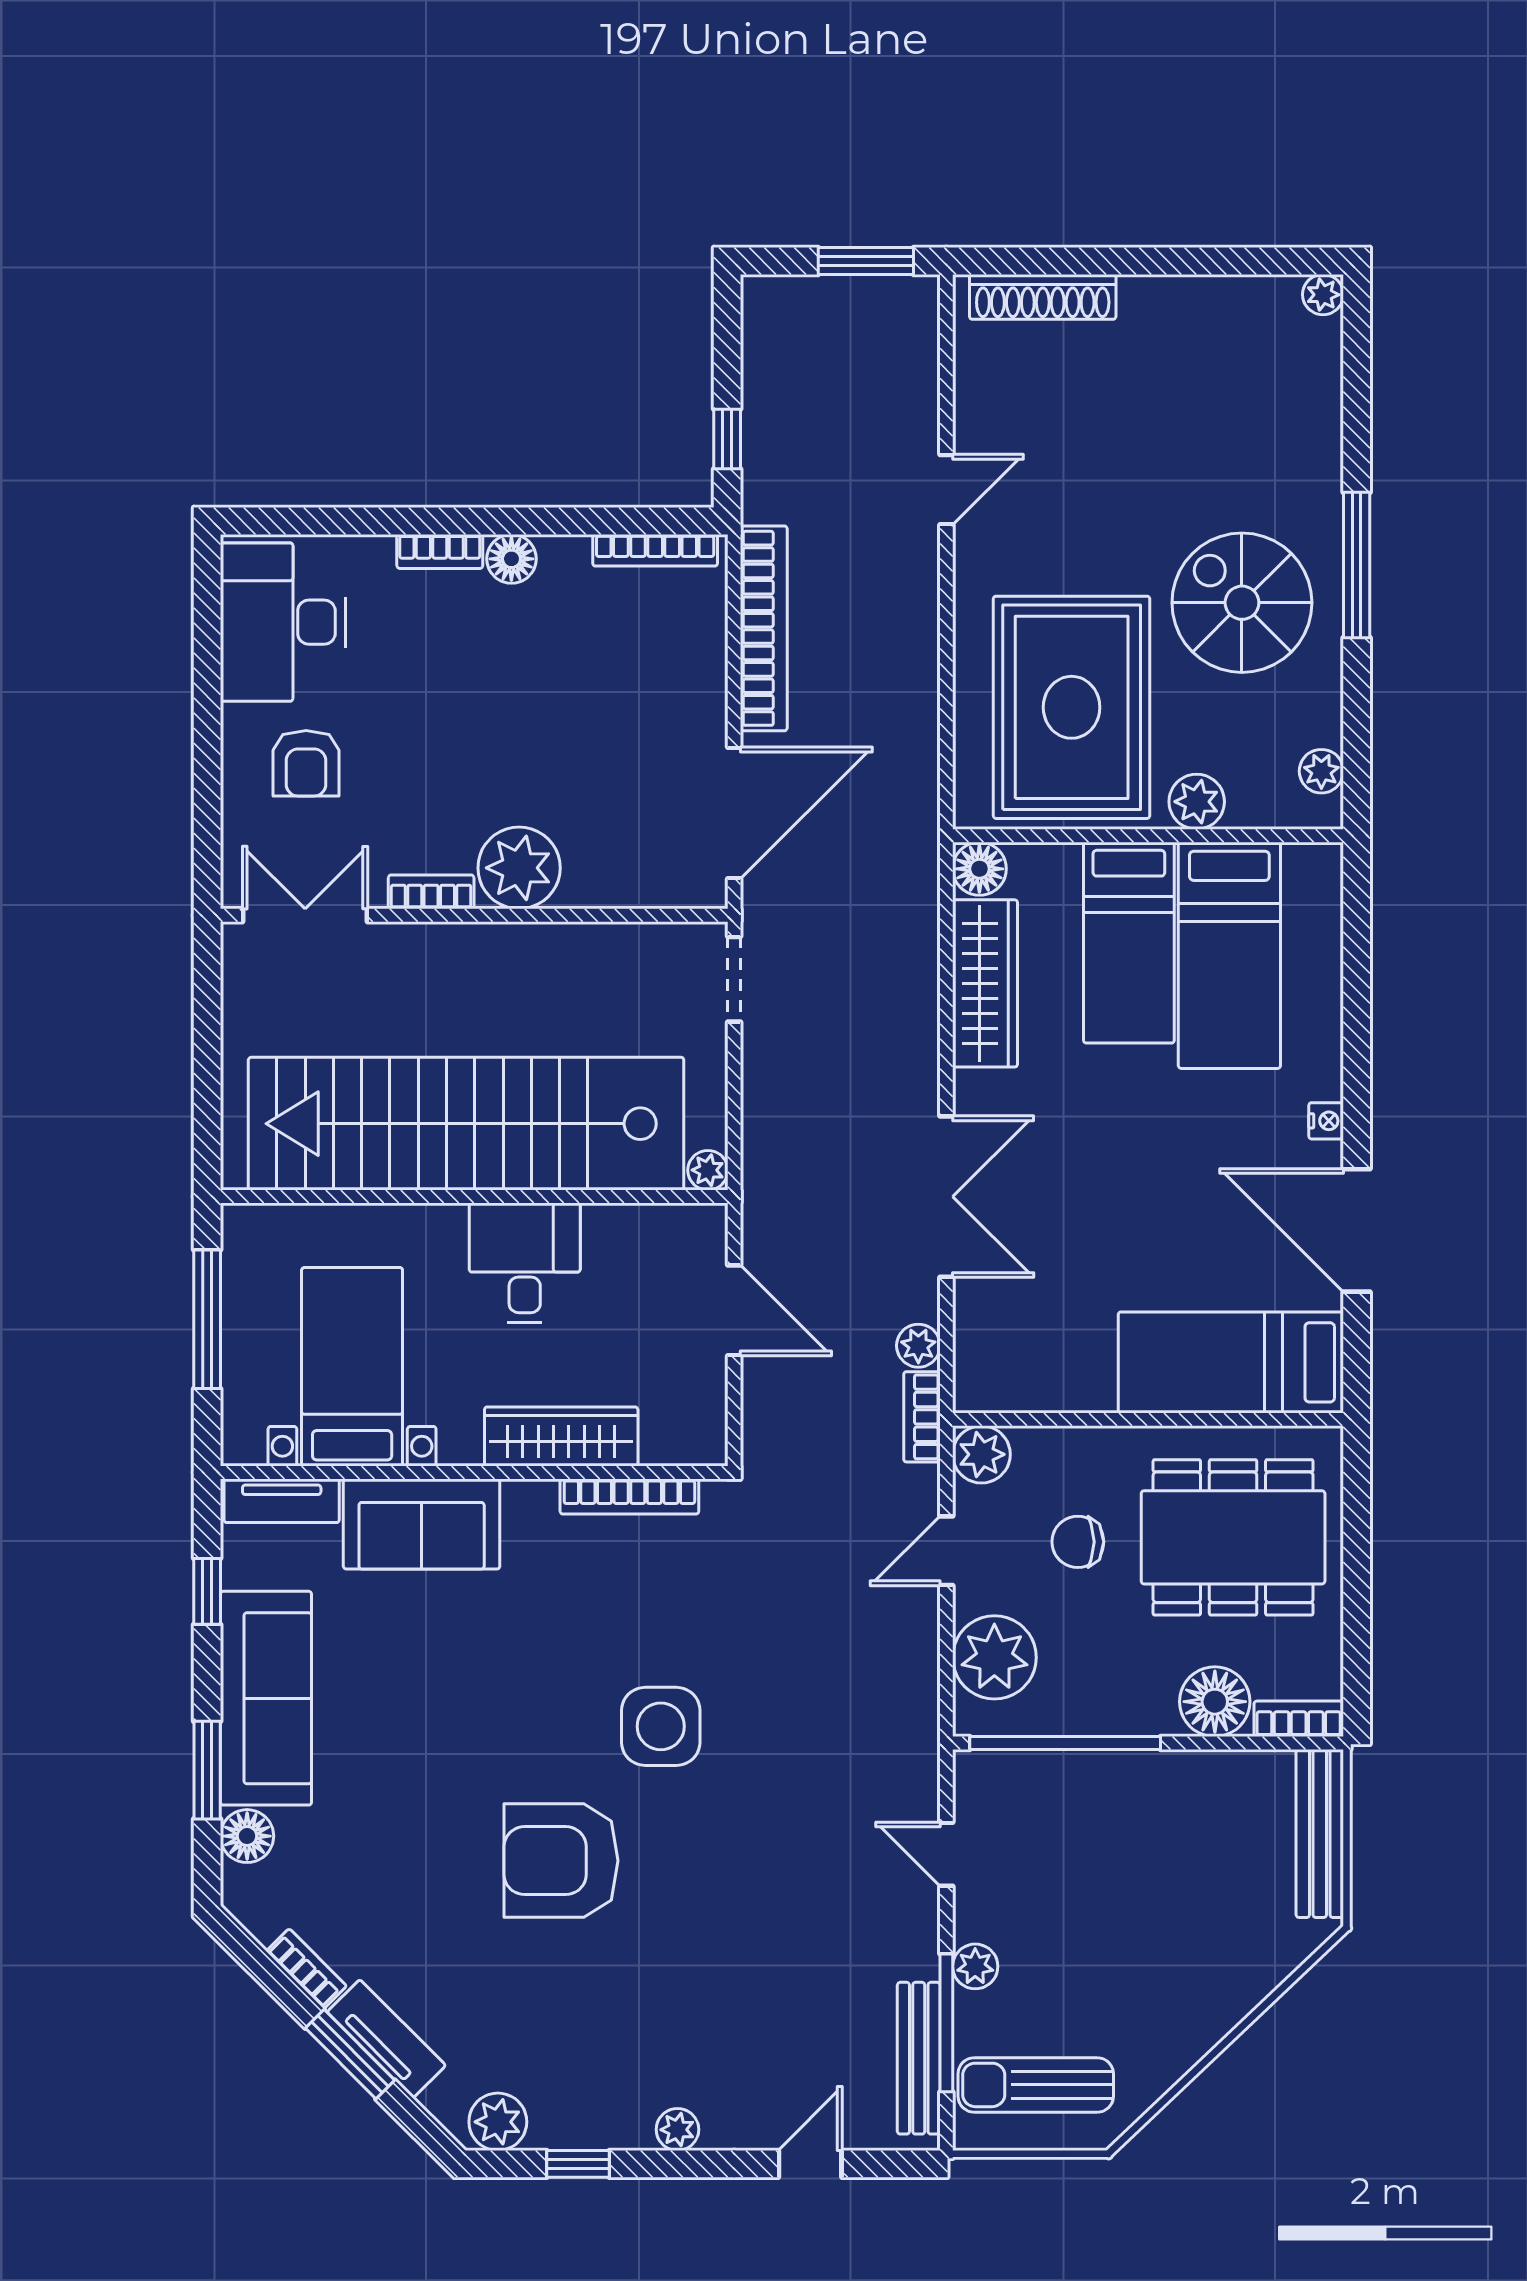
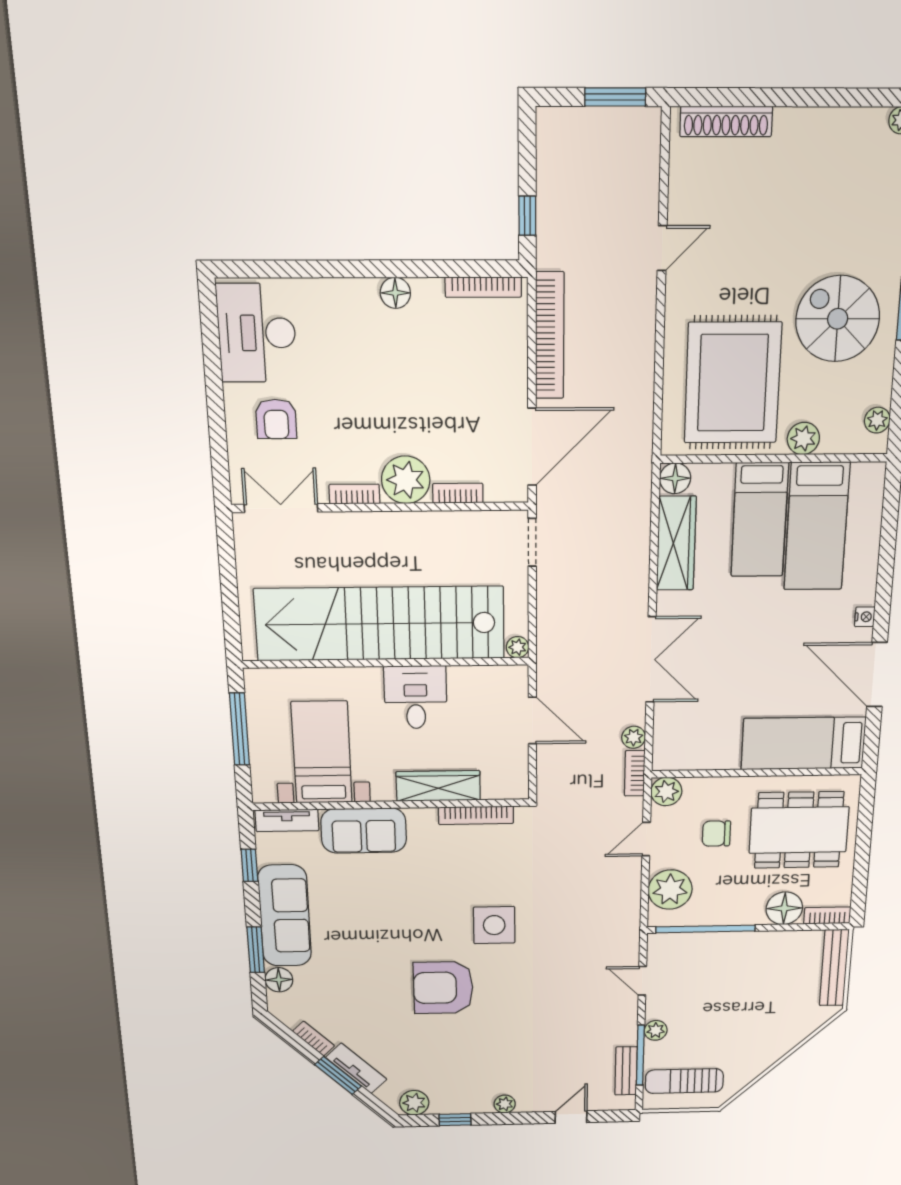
bookcase: (440, 551) -> (458, 493), moved, turned 180
bench: (919, 2058) -> (626, 1071), width x0.73

